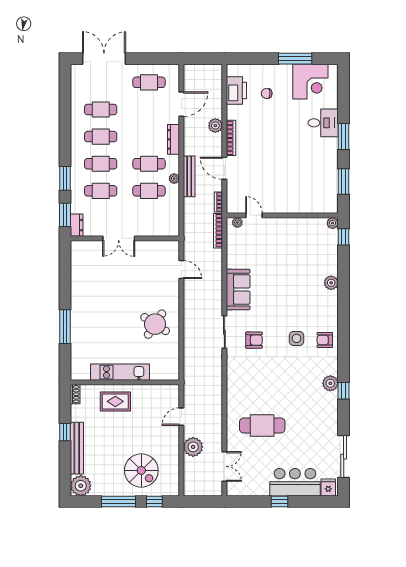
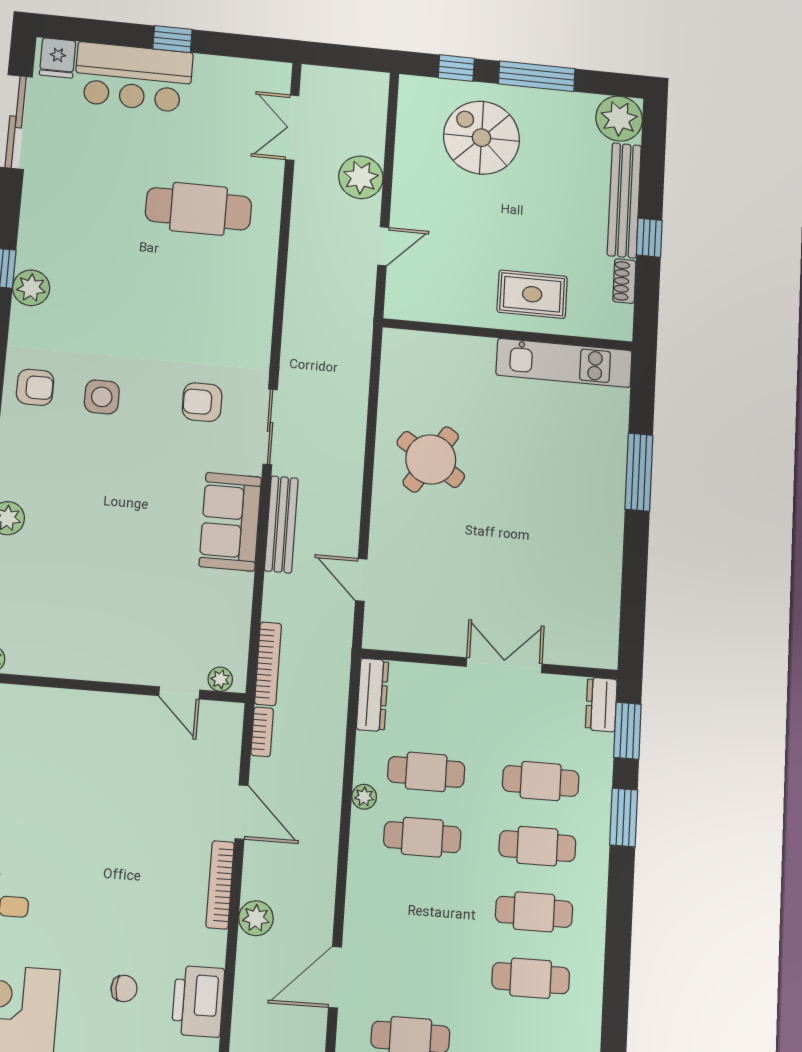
dresser: (173, 139) -> (373, 695), moved
bench: (189, 176) -> (281, 524), moved
kitchen unit: (120, 372) -> (564, 363), moved
shoe rack: (75, 394) -> (624, 281), moved

